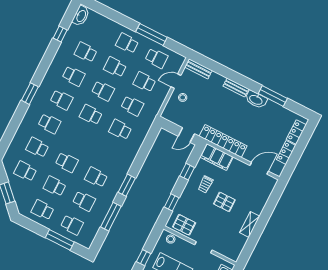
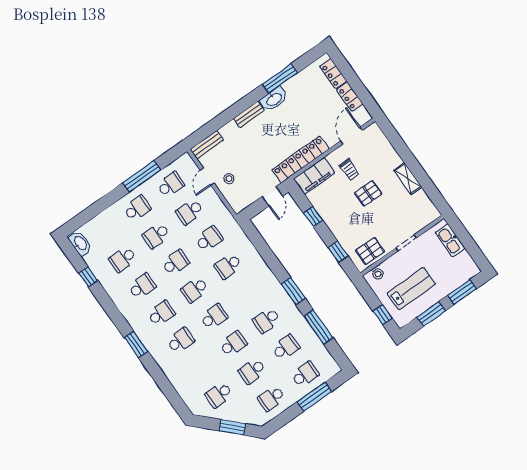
school desk: (127, 43) -> (137, 208), turned 180
school desk: (37, 147) -> (214, 317), moved, turned 180
trolley: (205, 184) -> (349, 170), moved

